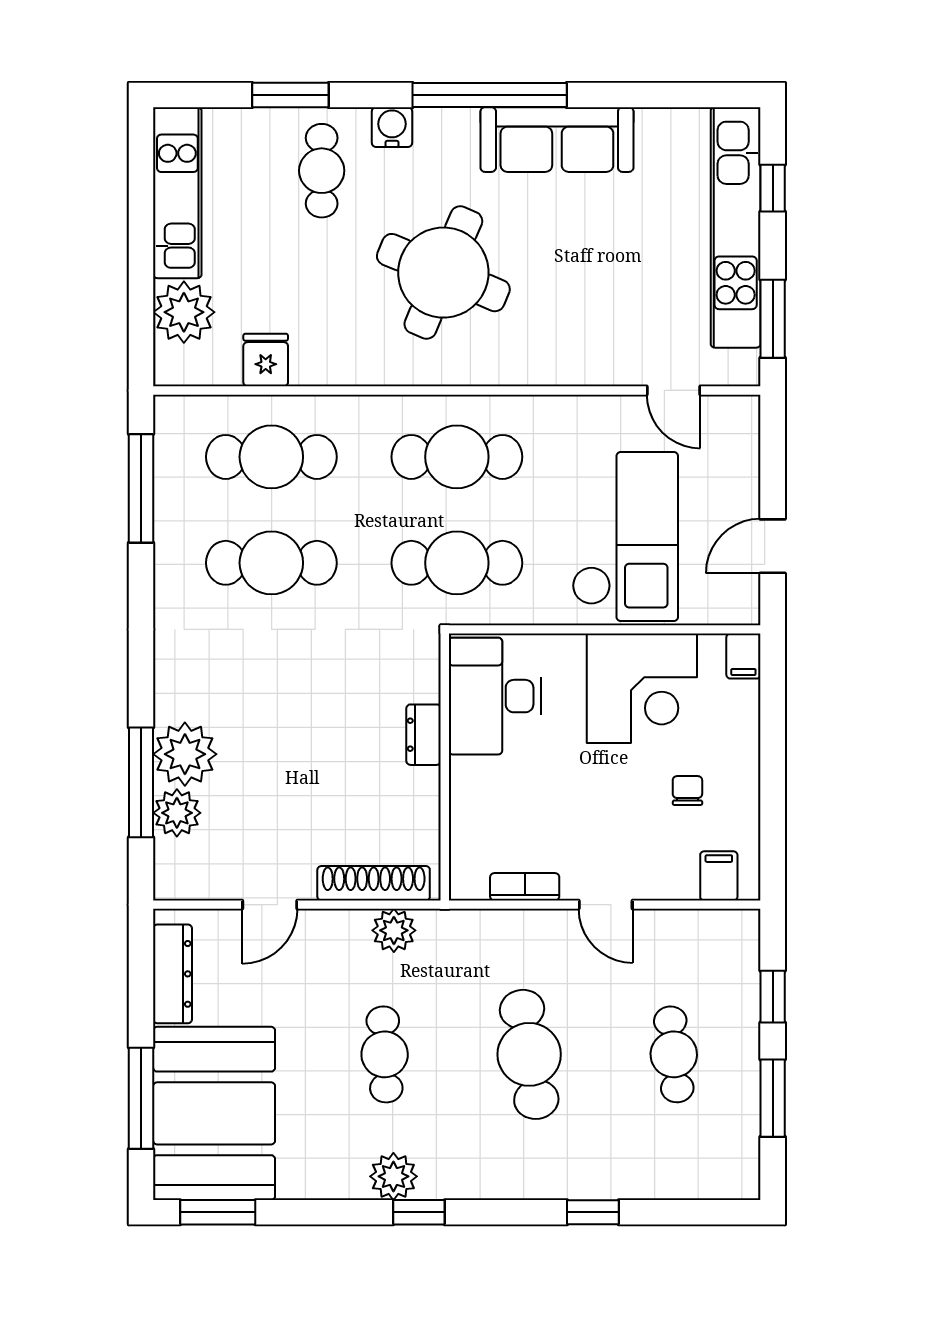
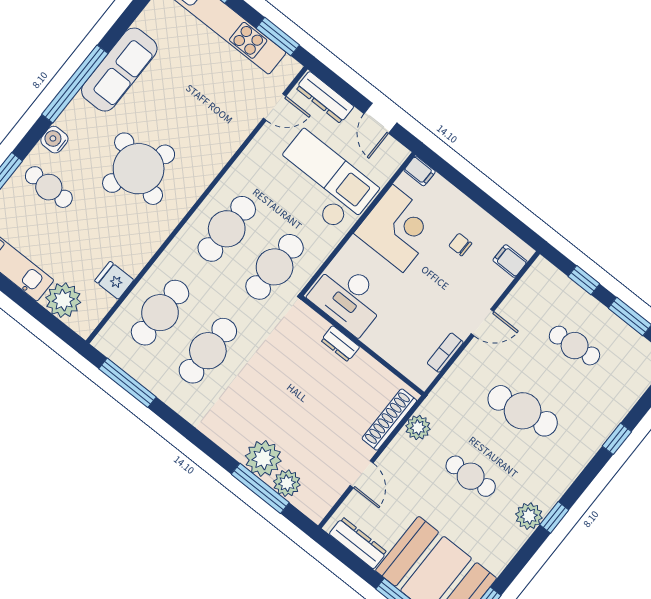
dresser: (741, 448) -> (325, 97), added

